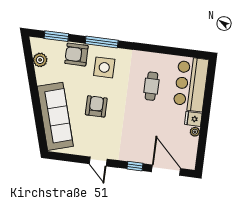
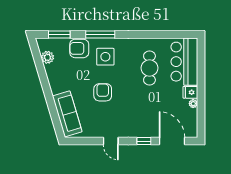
cafe table: (151, 86) -> (149, 68), width x1.37, depth x1.35
sofa: (55, 116) -> (67, 114), width x0.74, depth x0.79

